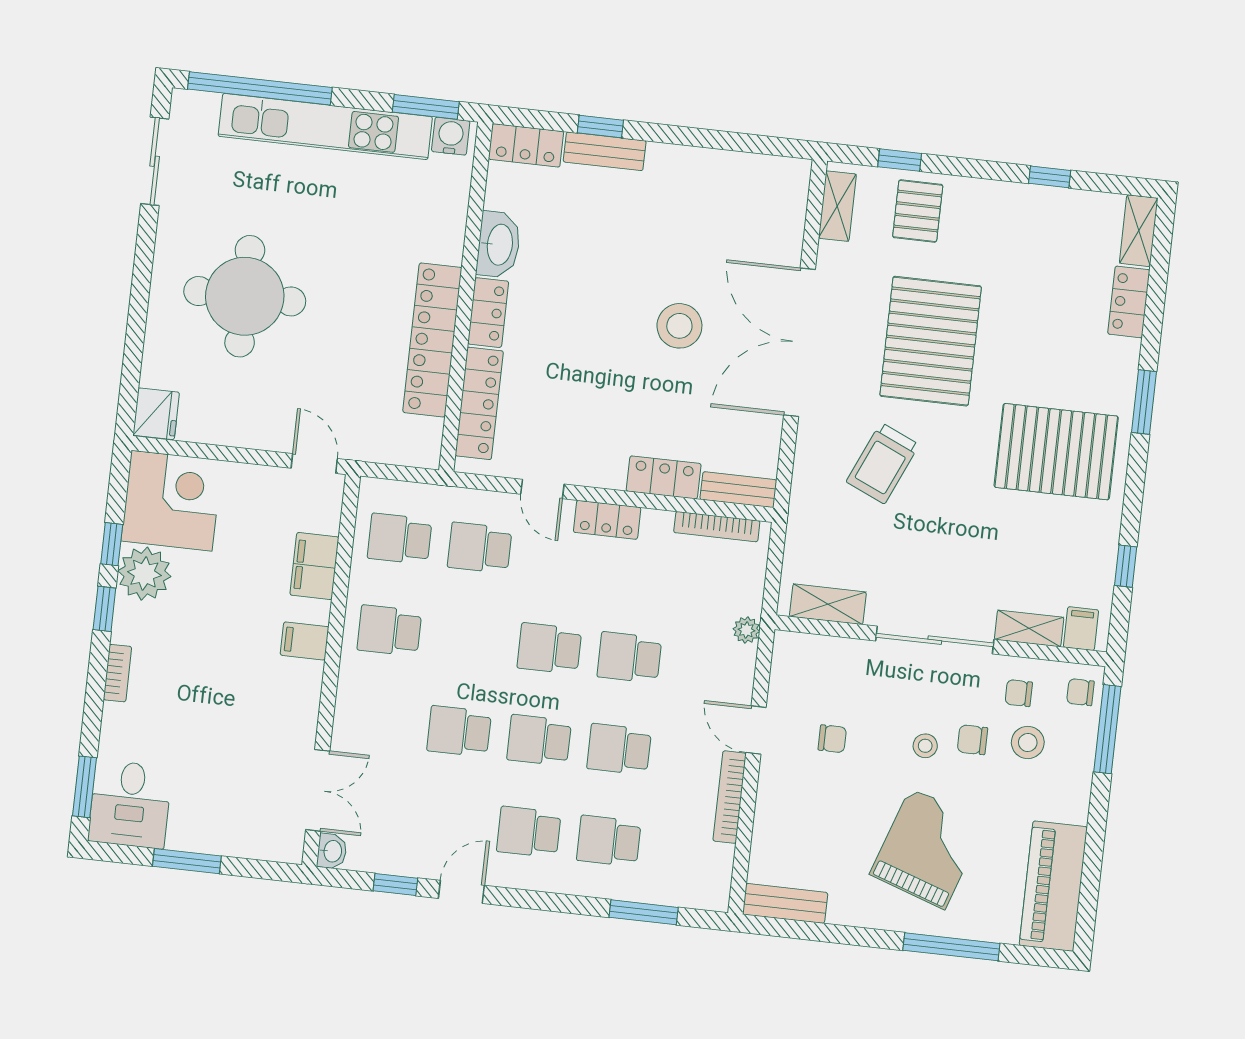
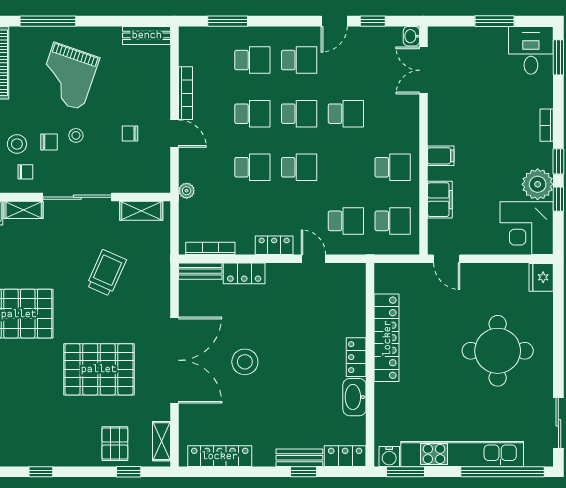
pallet: (931, 341) -> (99, 369), turned 90
locker: (479, 403) -> (220, 456), moved, turned 90
trolley: (883, 463) -> (106, 273), moved

